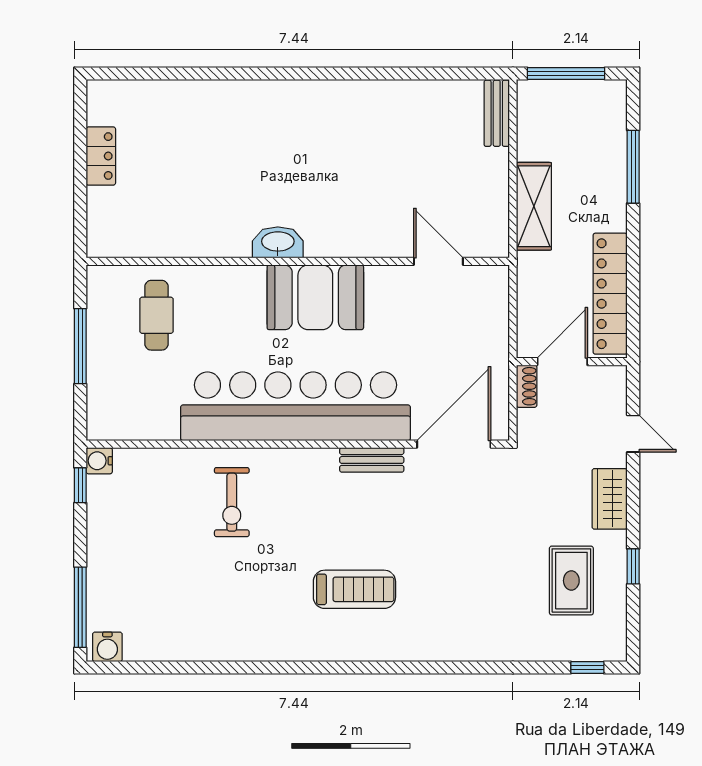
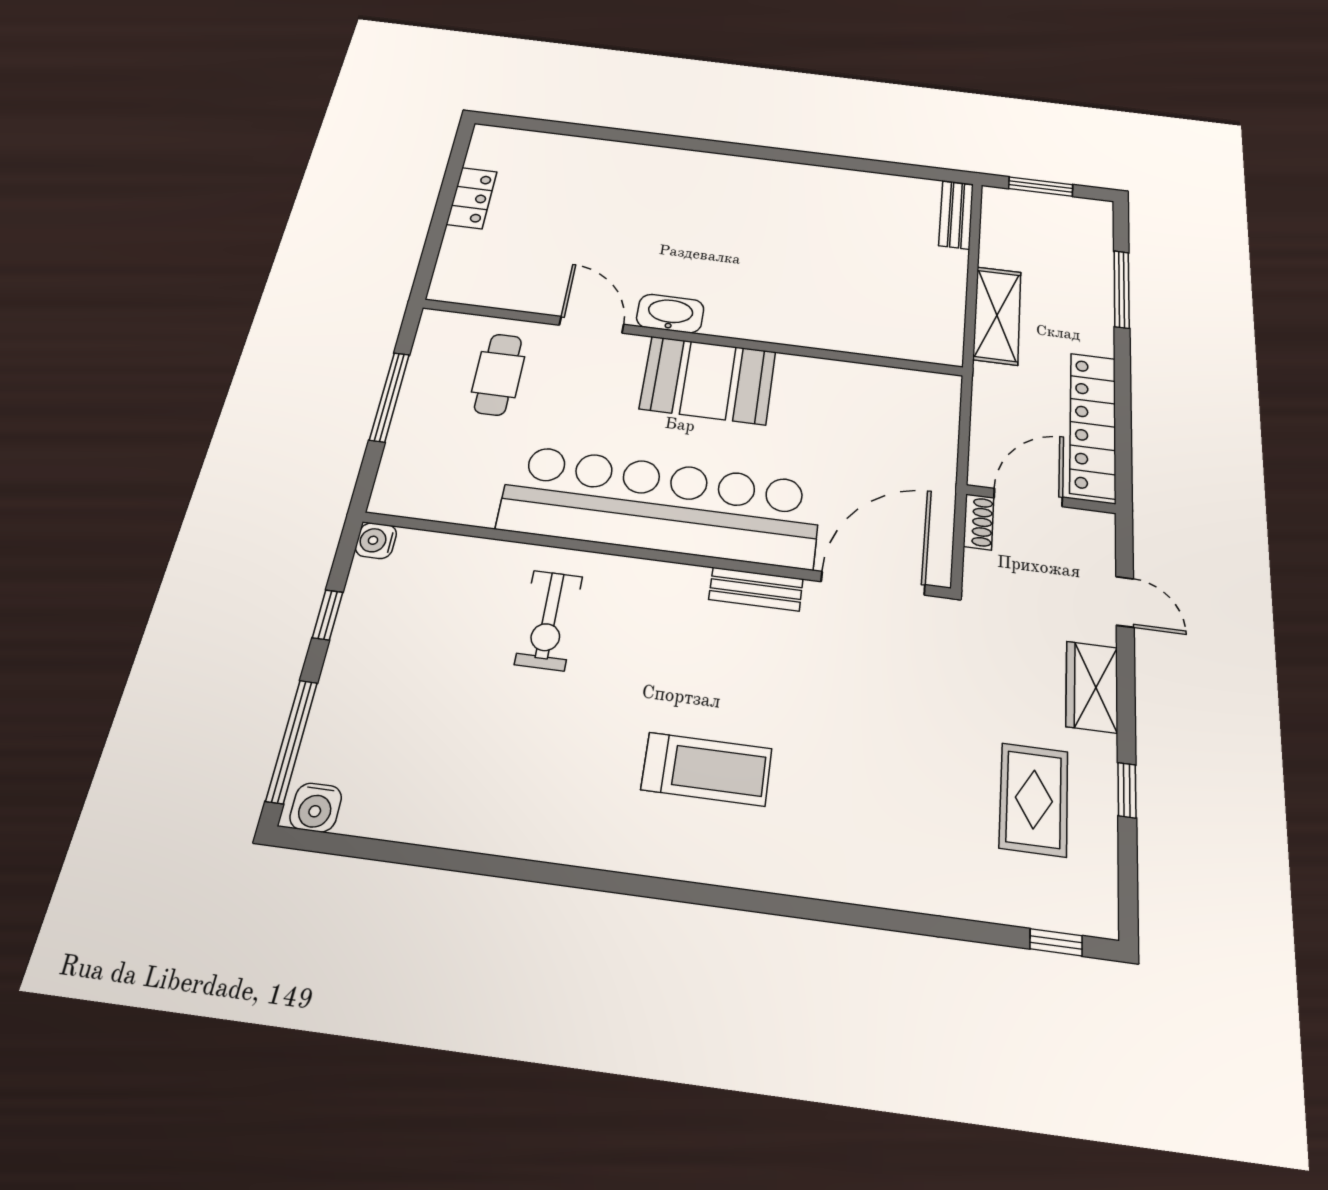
window: (566, 73) -> (1041, 187), width x0.69
door: (438, 261) -> (592, 325), moved
window: (80, 485) -> (328, 615), moved

